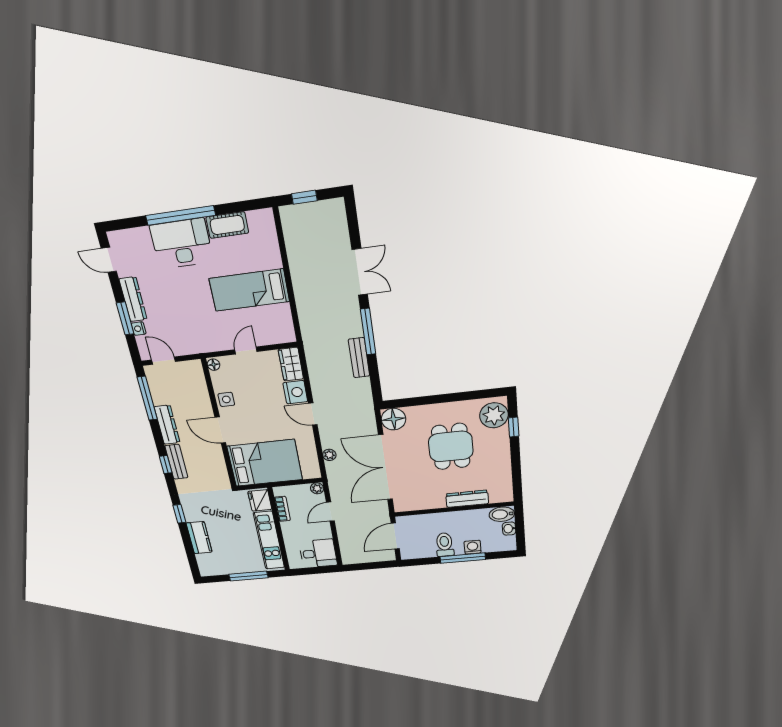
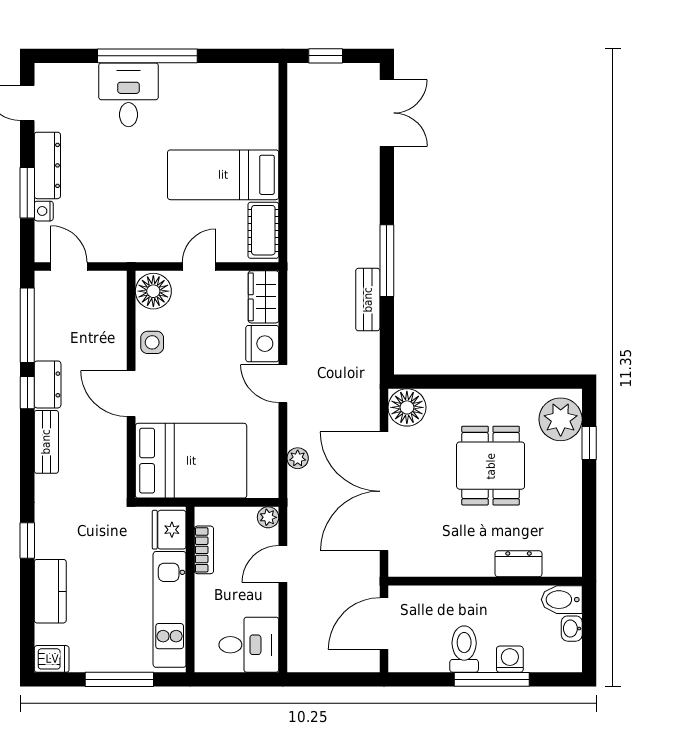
cot: (227, 225) -> (263, 230), moved, turned 90
desk: (182, 244) -> (129, 95), width x0.73
double door: (360, 272) -> (387, 113), moved
floor lamp: (214, 365) -> (153, 291), width x1.89, depth x1.89
dresser: (167, 425) -> (48, 384), width x0.70
window: (166, 465) -> (27, 393), moved
dresser: (467, 499) -> (519, 564), width x0.70
dishwasher: (209, 570) -> (52, 659), added

